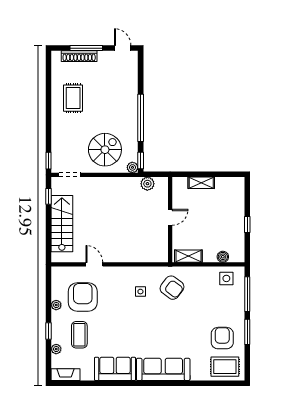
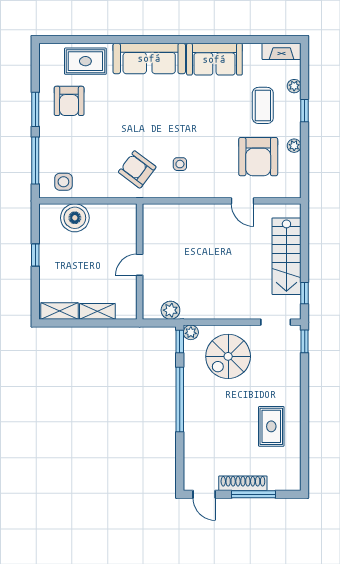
shoe rack: (79, 56) -> (243, 483), moved
shelving: (188, 256) -> (60, 311), moved
boiler: (223, 257) -> (75, 218), width x1.86, depth x1.86
rug: (225, 367) -> (85, 61), moved

